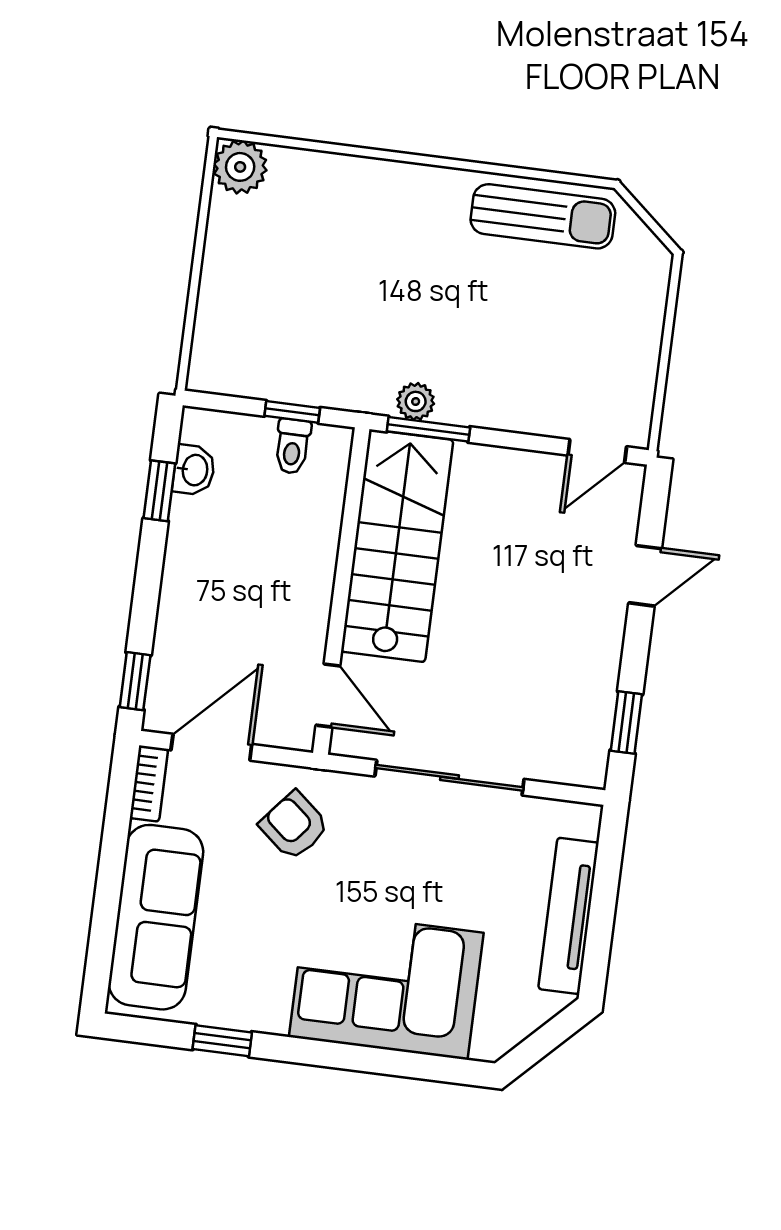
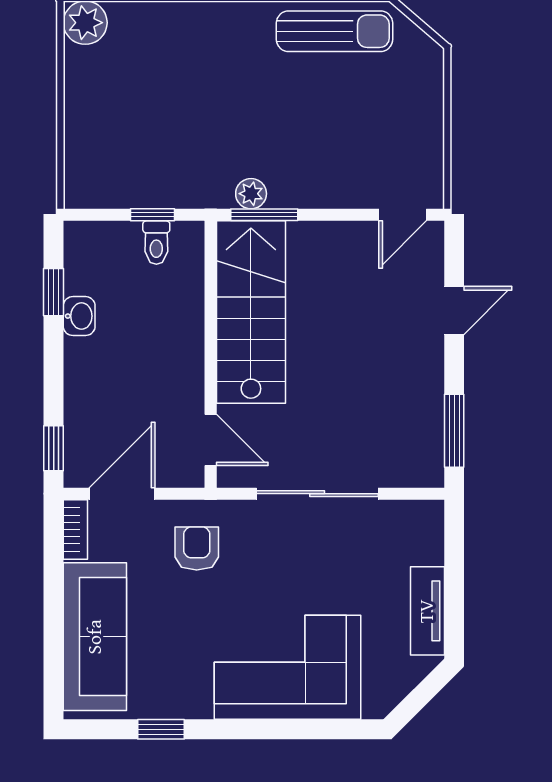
washbasin: (194, 470) -> (79, 316), moved
window: (626, 722) -> (454, 431), width x1.50
armchair: (294, 826) -> (197, 548), turned 50
tv unit: (568, 916) -> (427, 611), width x0.71

